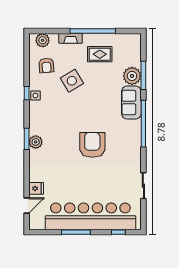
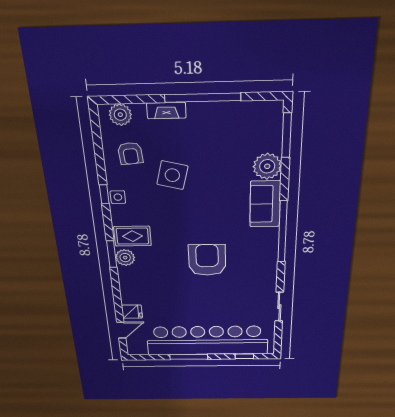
rug: (100, 54) -> (133, 236), moved
window: (143, 75) -> (286, 135), moved
side table: (72, 81) -> (172, 175), turned 45

